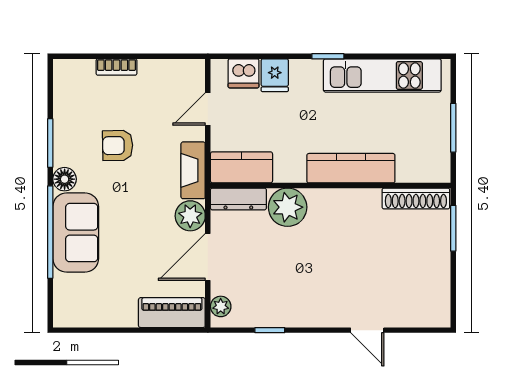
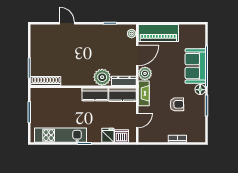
kitchen counter: (351, 168) -> (95, 94), moved, width x0.67
piano: (172, 313) -> (158, 33), width x1.37, depth x1.33

